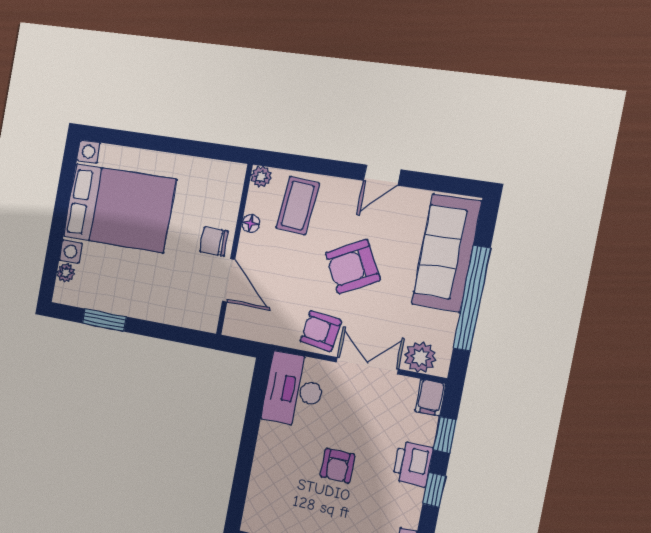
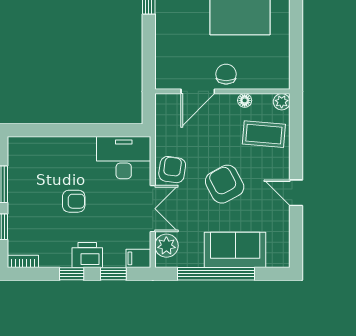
sofa: (447, 253) -> (235, 250), width x0.73
armchair: (338, 466) -> (74, 201), turned 180

